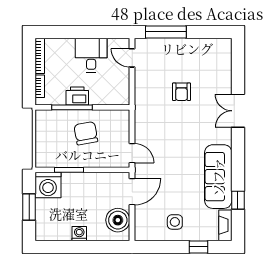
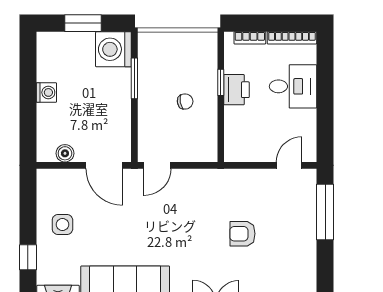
desk: (91, 55) -> (293, 86), moved
window: (72, 107) -> (221, 82), width x0.46
chair: (86, 133) -> (185, 102), width x0.54, depth x0.54
boiler: (118, 220) -> (65, 153), width x0.54, depth x0.54

